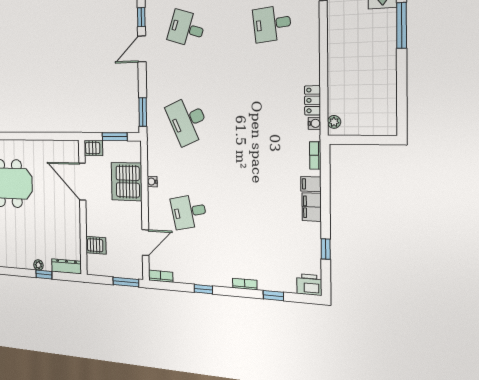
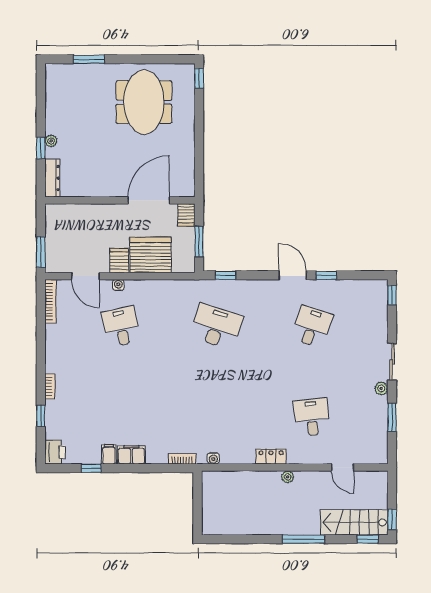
locker: (313, 100) -> (271, 457), moved
window: (143, 112) -> (225, 275), width x0.67
desk: (188, 120) -> (216, 327), turned 42
plant: (334, 122) -> (288, 477), moved
water cooler: (152, 182) -> (118, 285), moved
filing cabinet: (311, 184) -> (109, 454), moved
server rack: (96, 245) -> (119, 261), moved, turned 180
bookcase: (161, 276) -> (50, 301), width x1.56
window: (203, 289) -> (41, 342), removed

